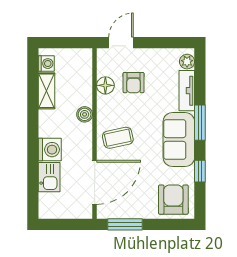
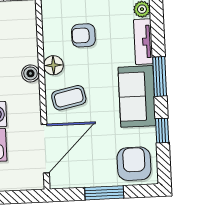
armchair: (134, 83) -> (83, 35), turned 90
floor lamp: (105, 85) -> (53, 65), moved
window: (125, 224) -> (104, 193), moved

